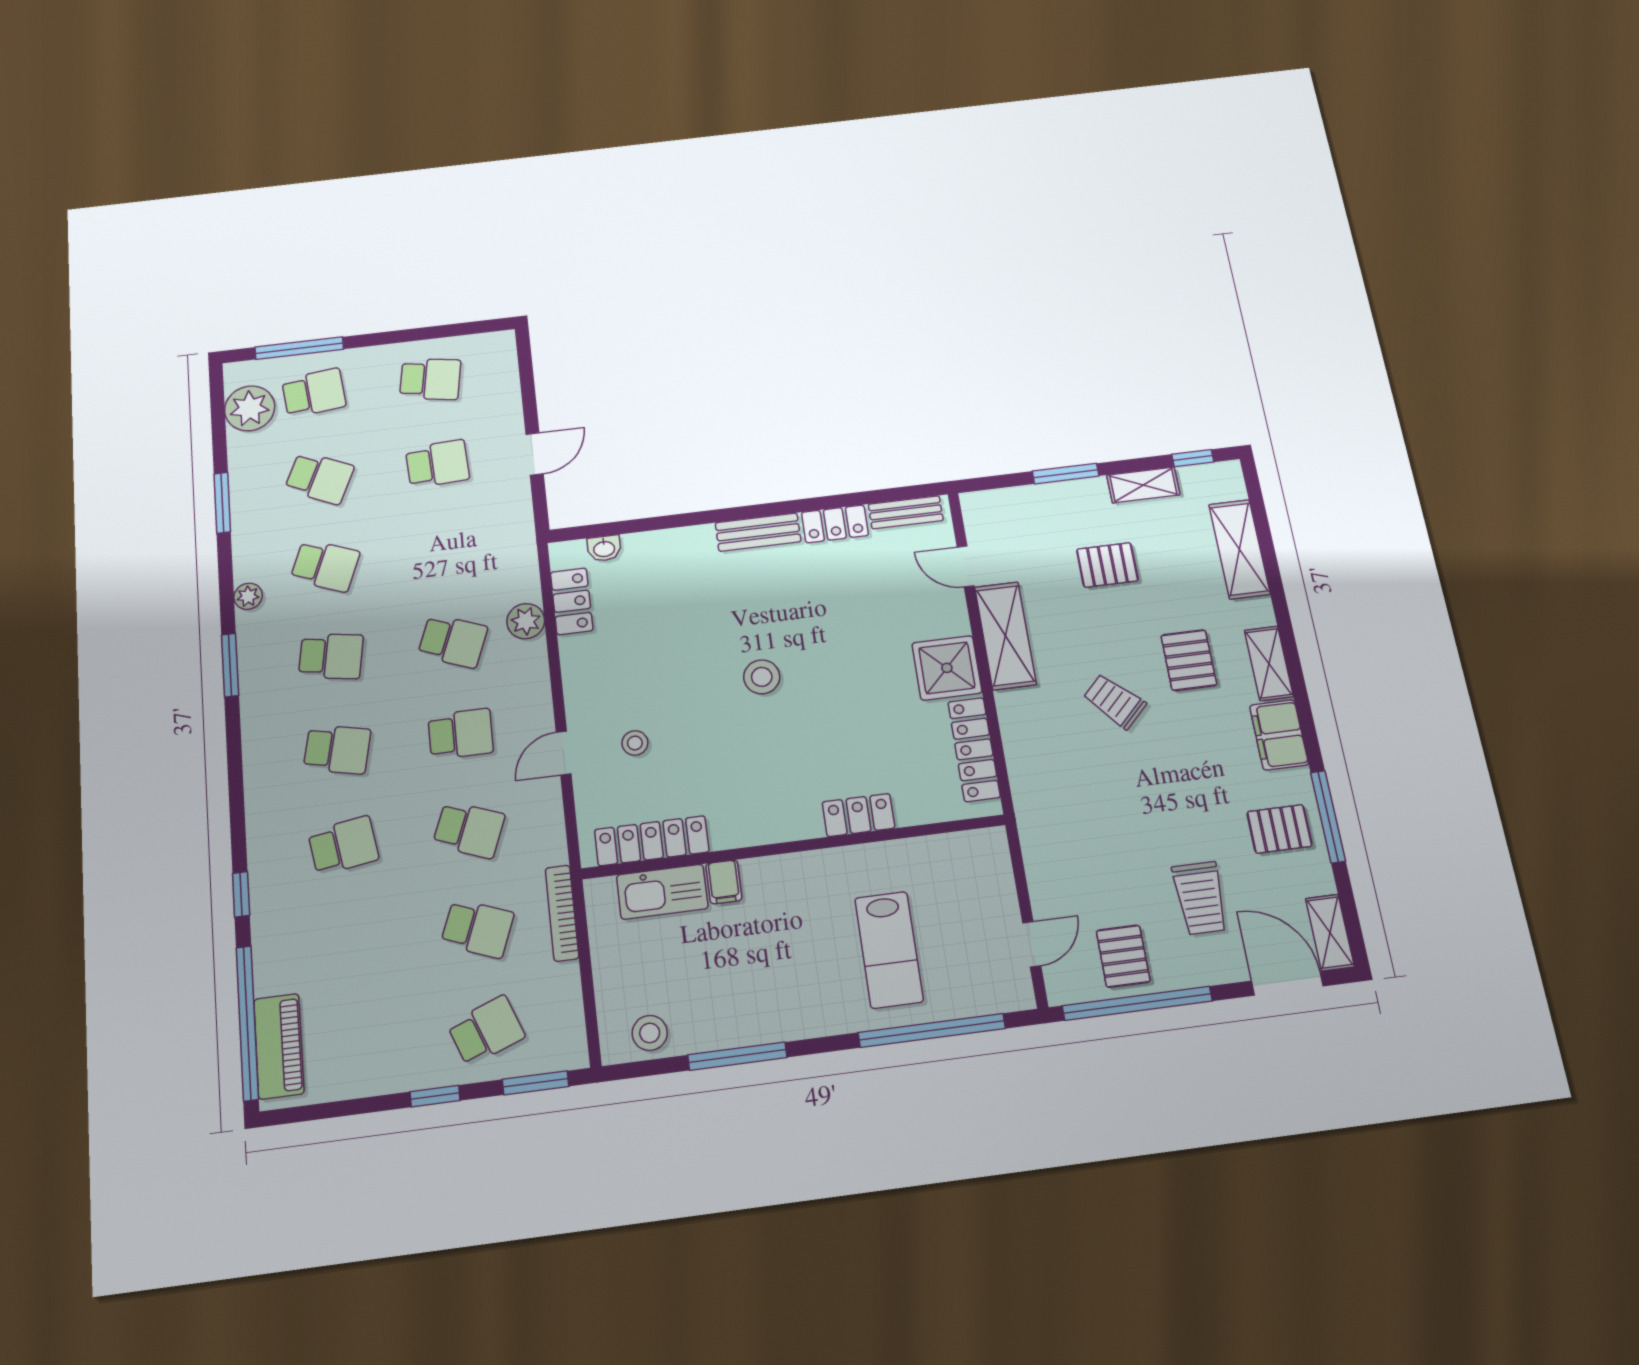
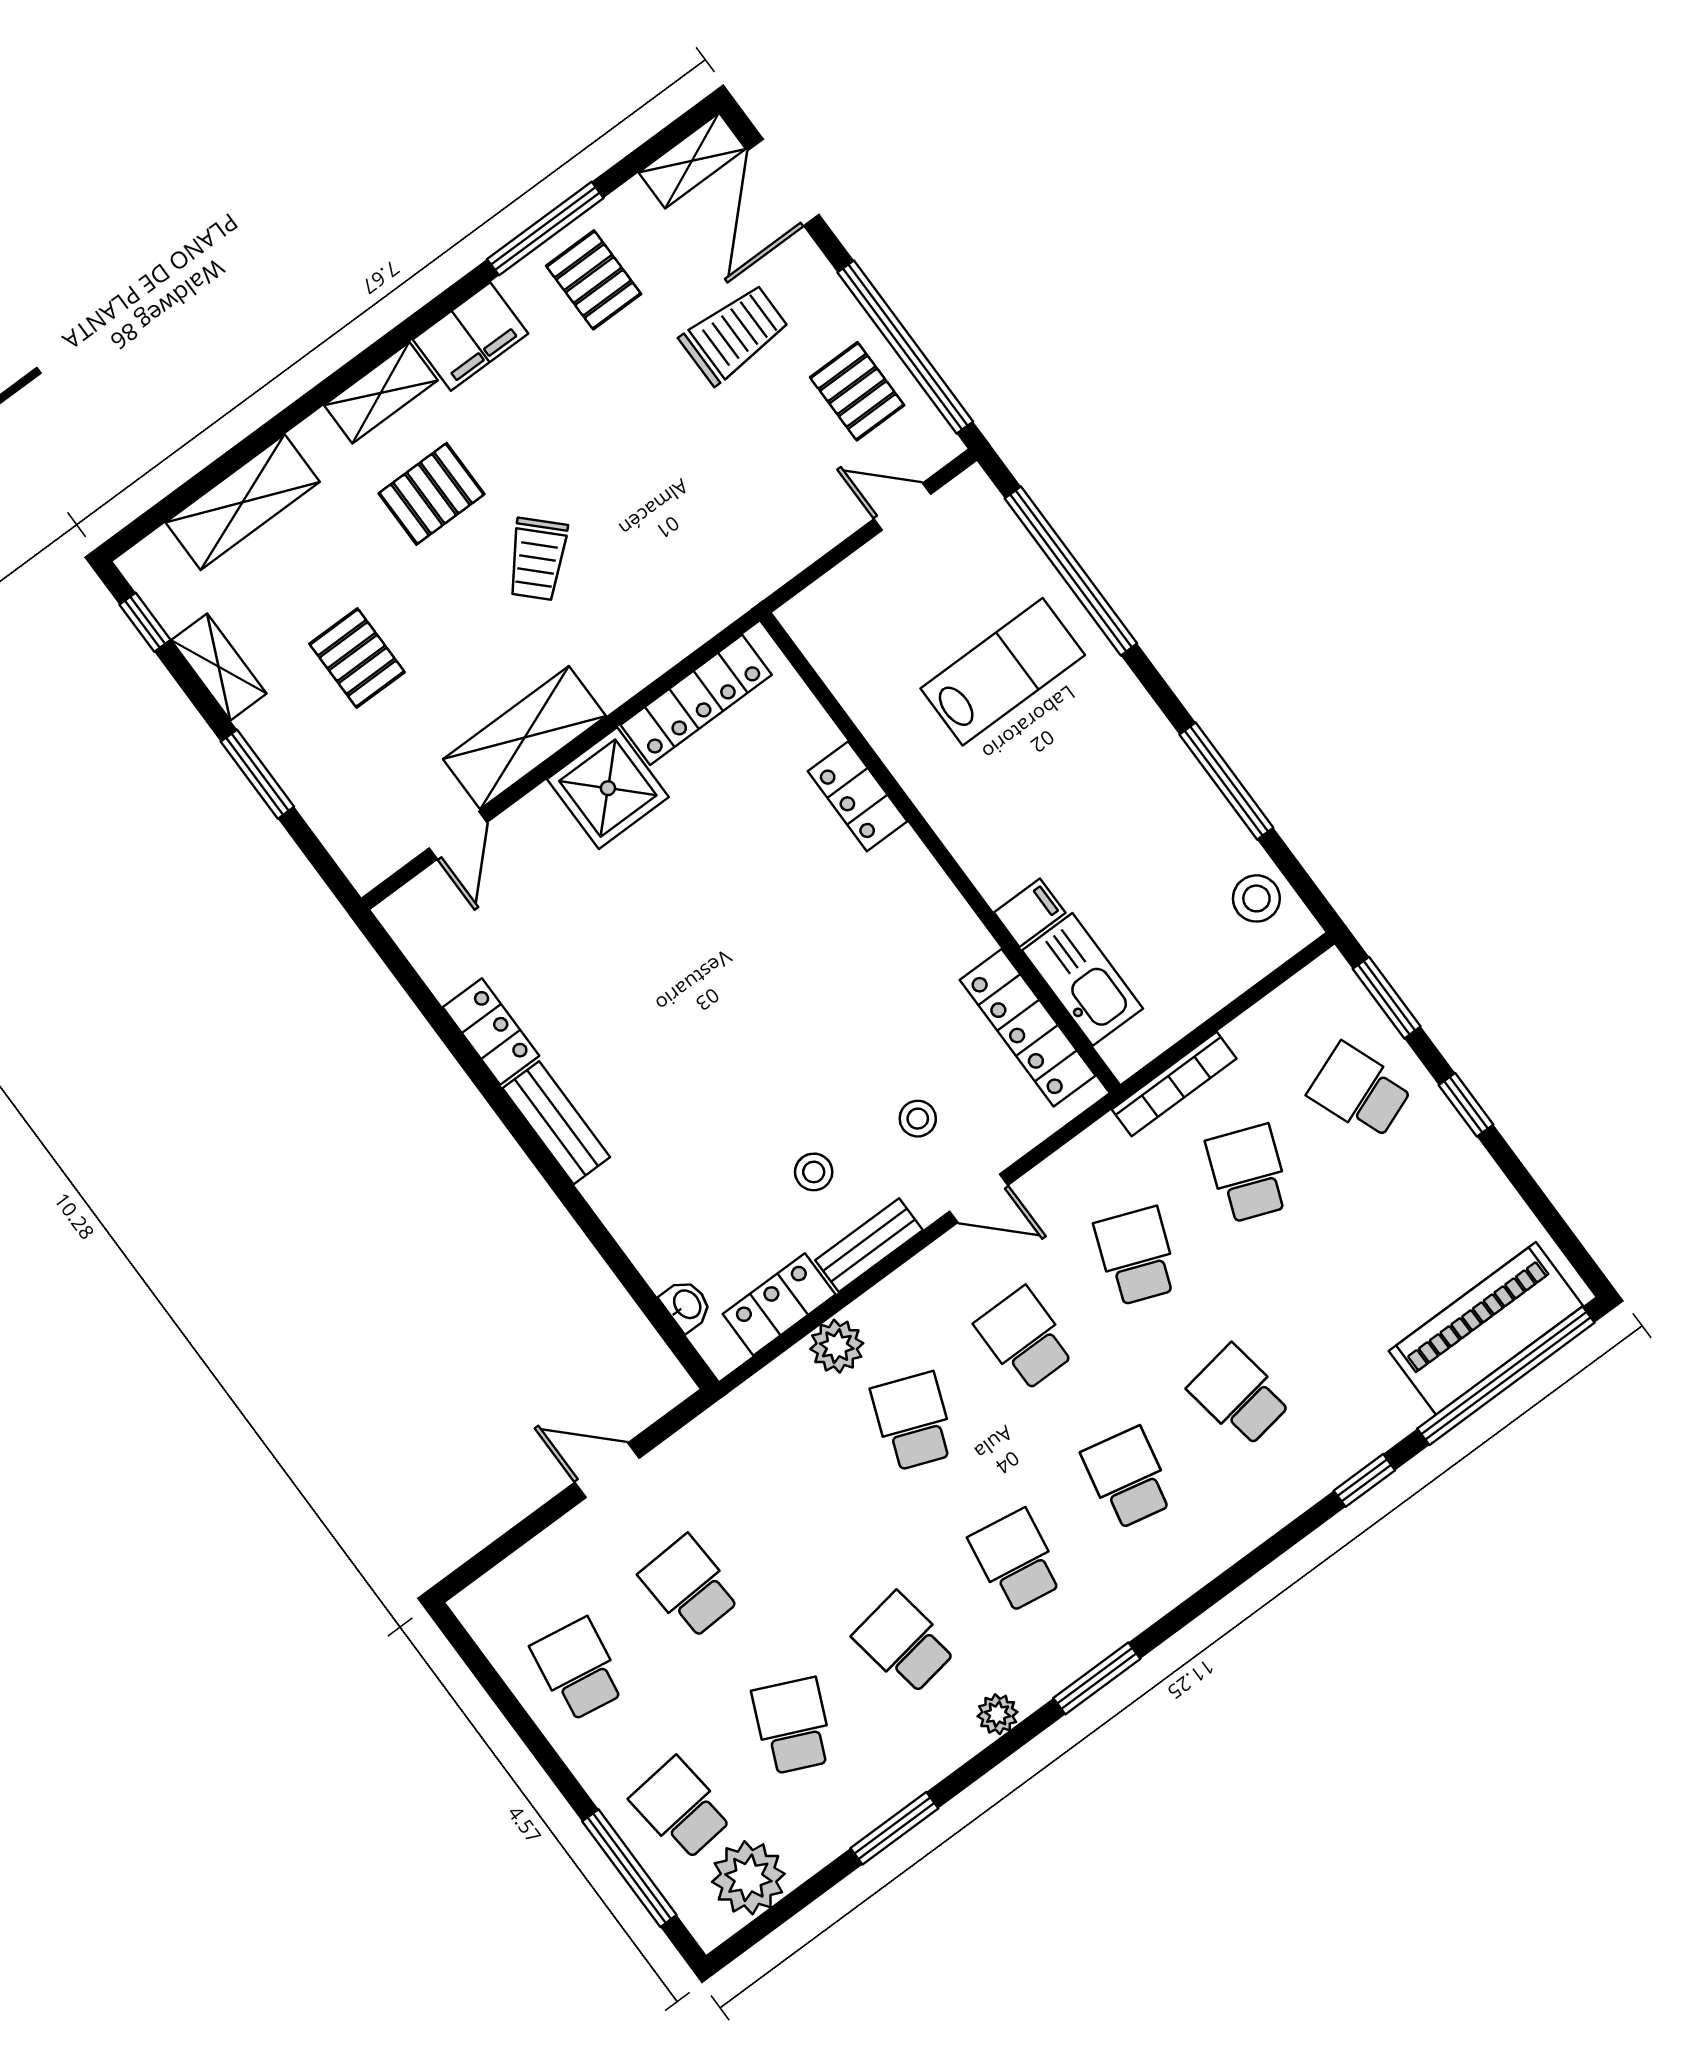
bench: (906, 512) -> (869, 1245), moved, turned 90
school desk: (325, 566) -> (904, 1643), turned -30
stool: (762, 677) -> (814, 1172), moved, width x0.73, depth x0.73
pallet: (1123, 956) -> (857, 391), turned 90
piano: (279, 1046) -> (1486, 1328), width x1.37, depth x1.33

